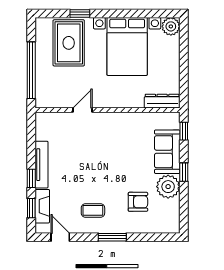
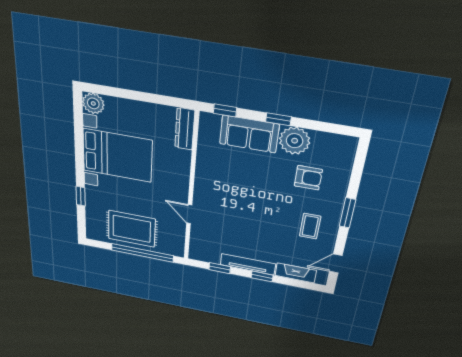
rug: (69, 43) -> (132, 229), moved
armchair: (138, 202) -> (308, 178), turned 90
window: (31, 208) -> (220, 268), moved

